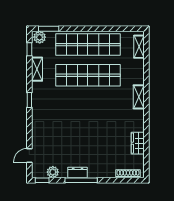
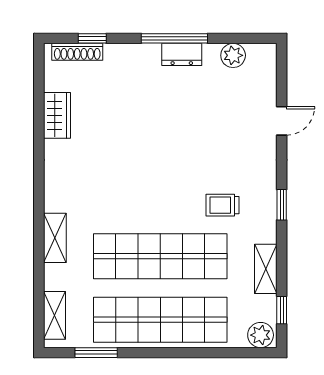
window: (49, 29) -> (96, 353), moved
shelving: (139, 97) -> (55, 238), moved
trolley: (58, 100) -> (223, 205), added
door: (29, 155) -> (282, 121), moved
window: (42, 180) -> (92, 38), moved

